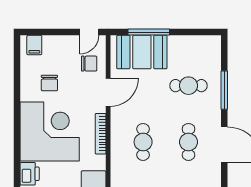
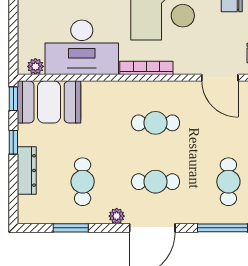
bookcase: (101, 134) -> (146, 68), moved
plant: (215, 172) -> (117, 216), added

